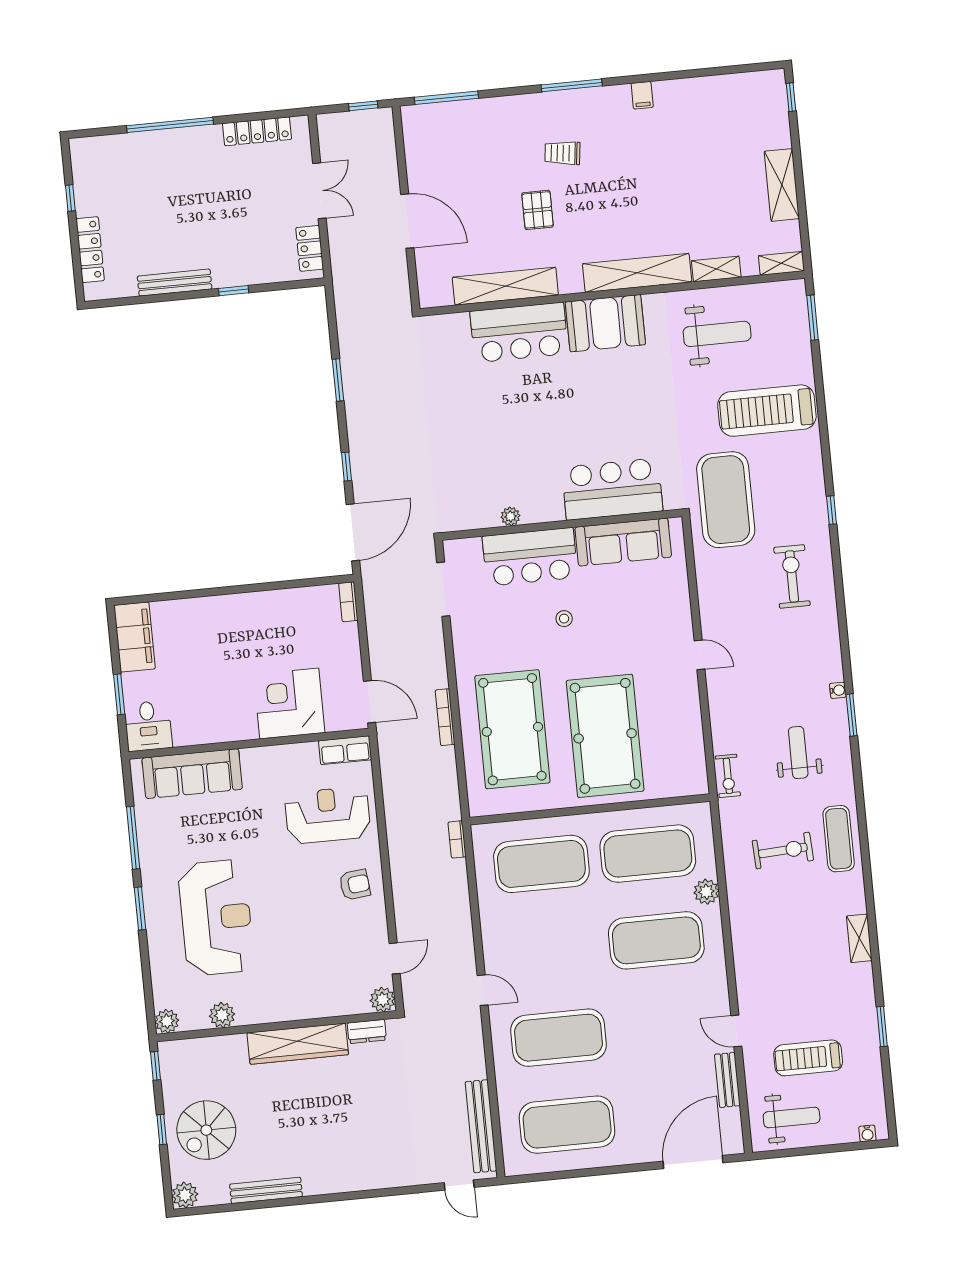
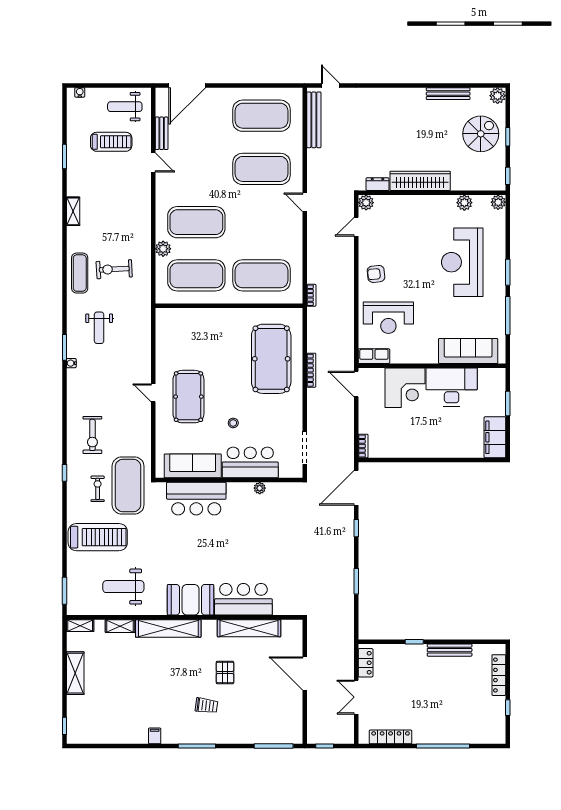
desk: (148, 726) -> (452, 387), moved, width x1.87, depth x1.30
pool table: (605, 736) -> (188, 397), moved, width x0.73, depth x0.76
exercise bike: (728, 776) -> (98, 489), moved

